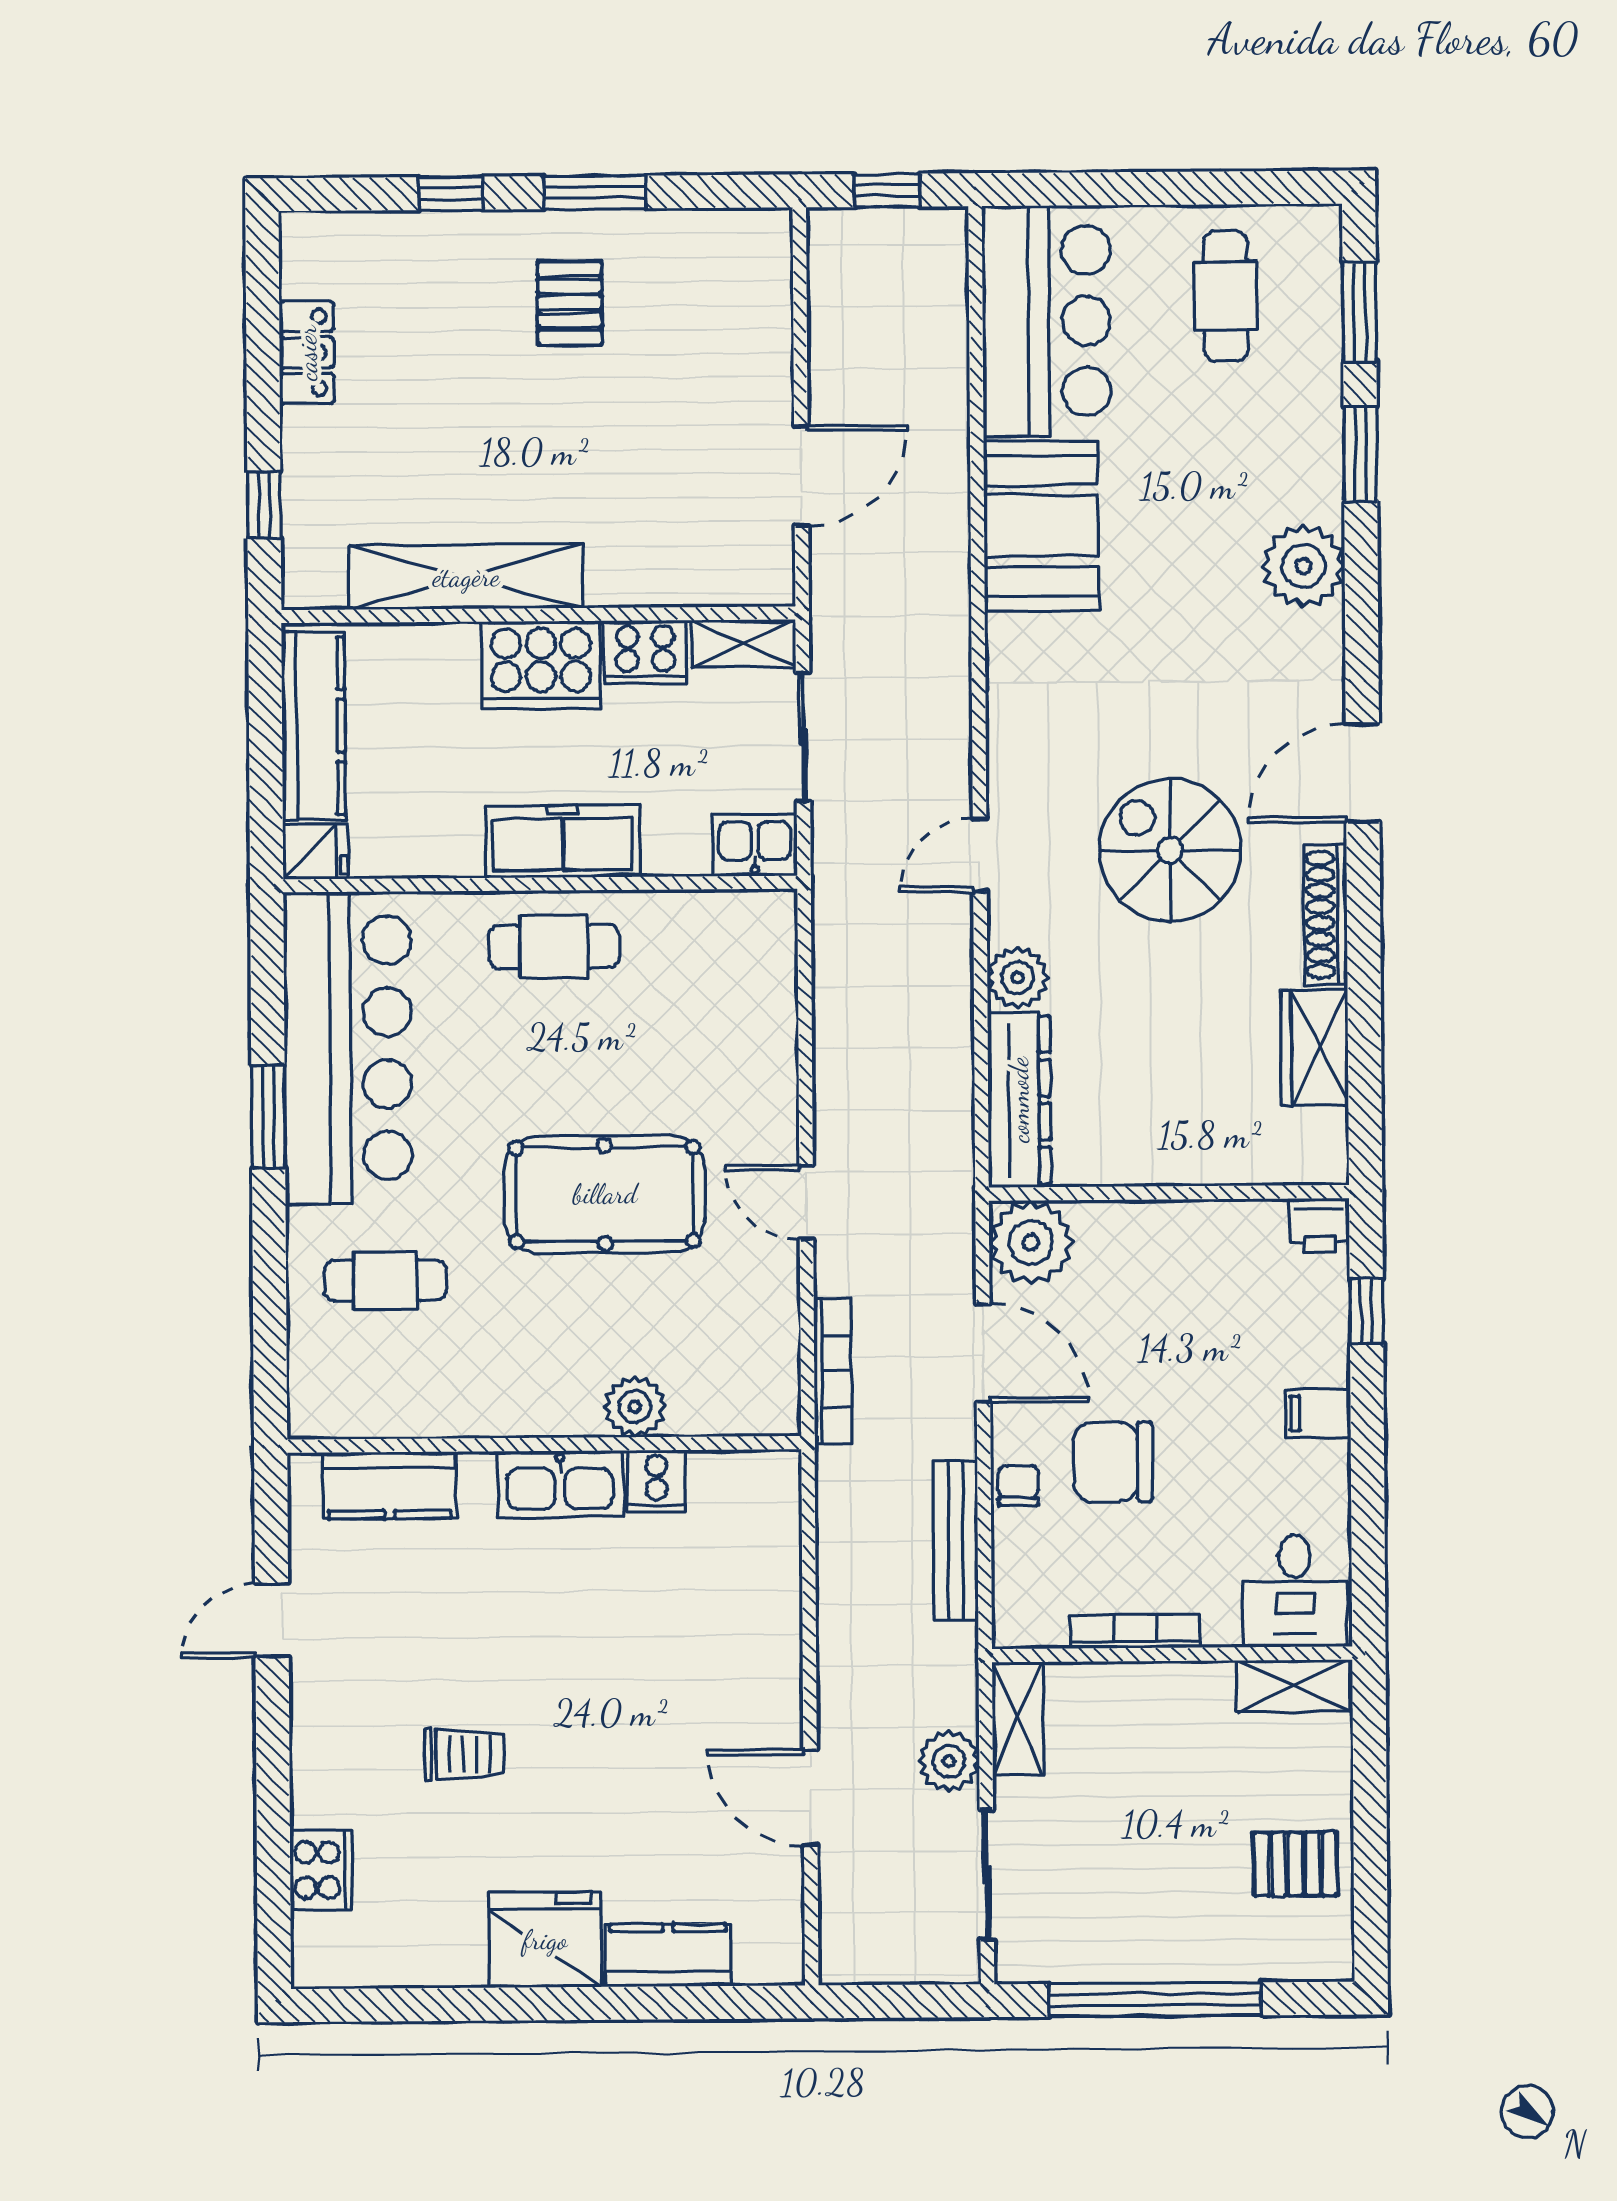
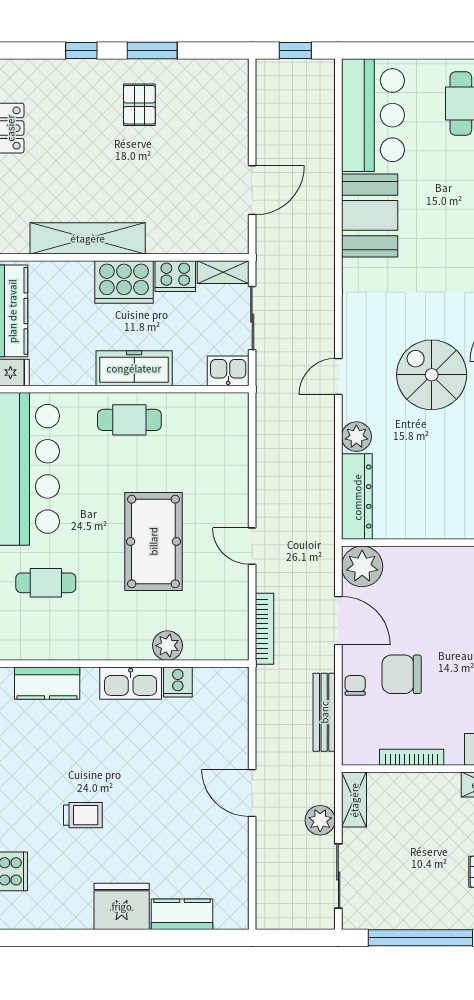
pool table: (605, 1194) -> (153, 541), turned 90
door: (810, 1798) -> (252, 793), moved

